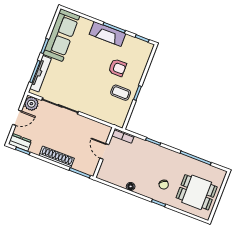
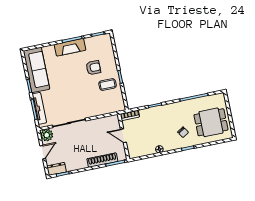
shoe rack: (57, 157) -> (102, 160), moved

